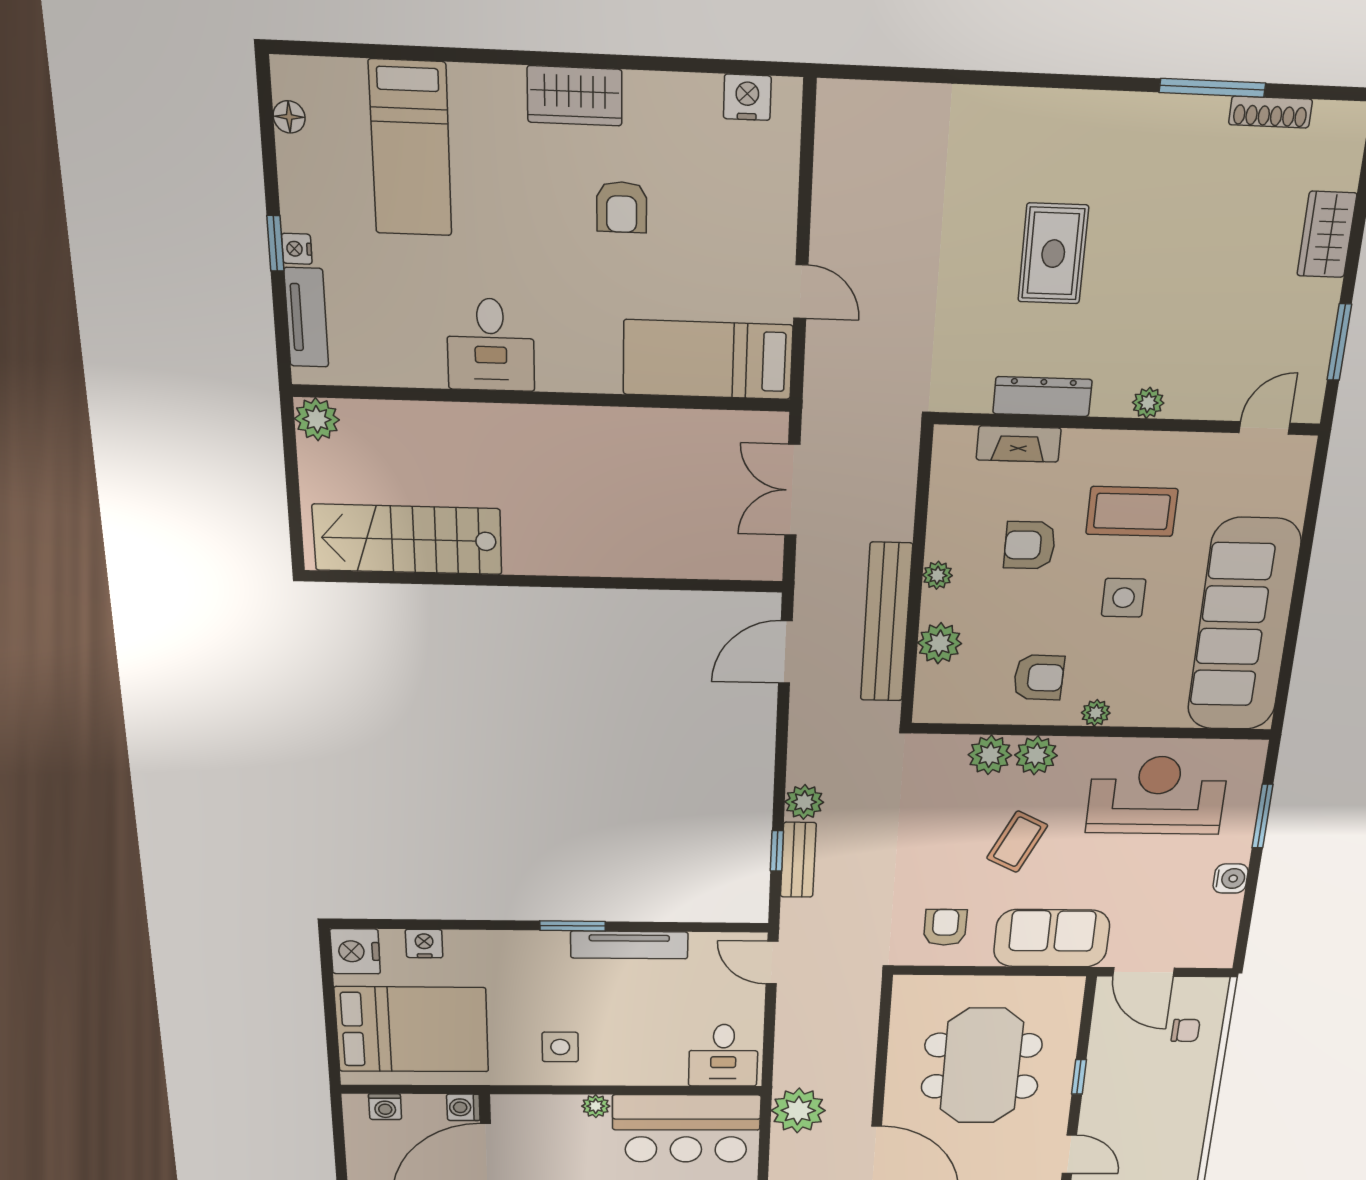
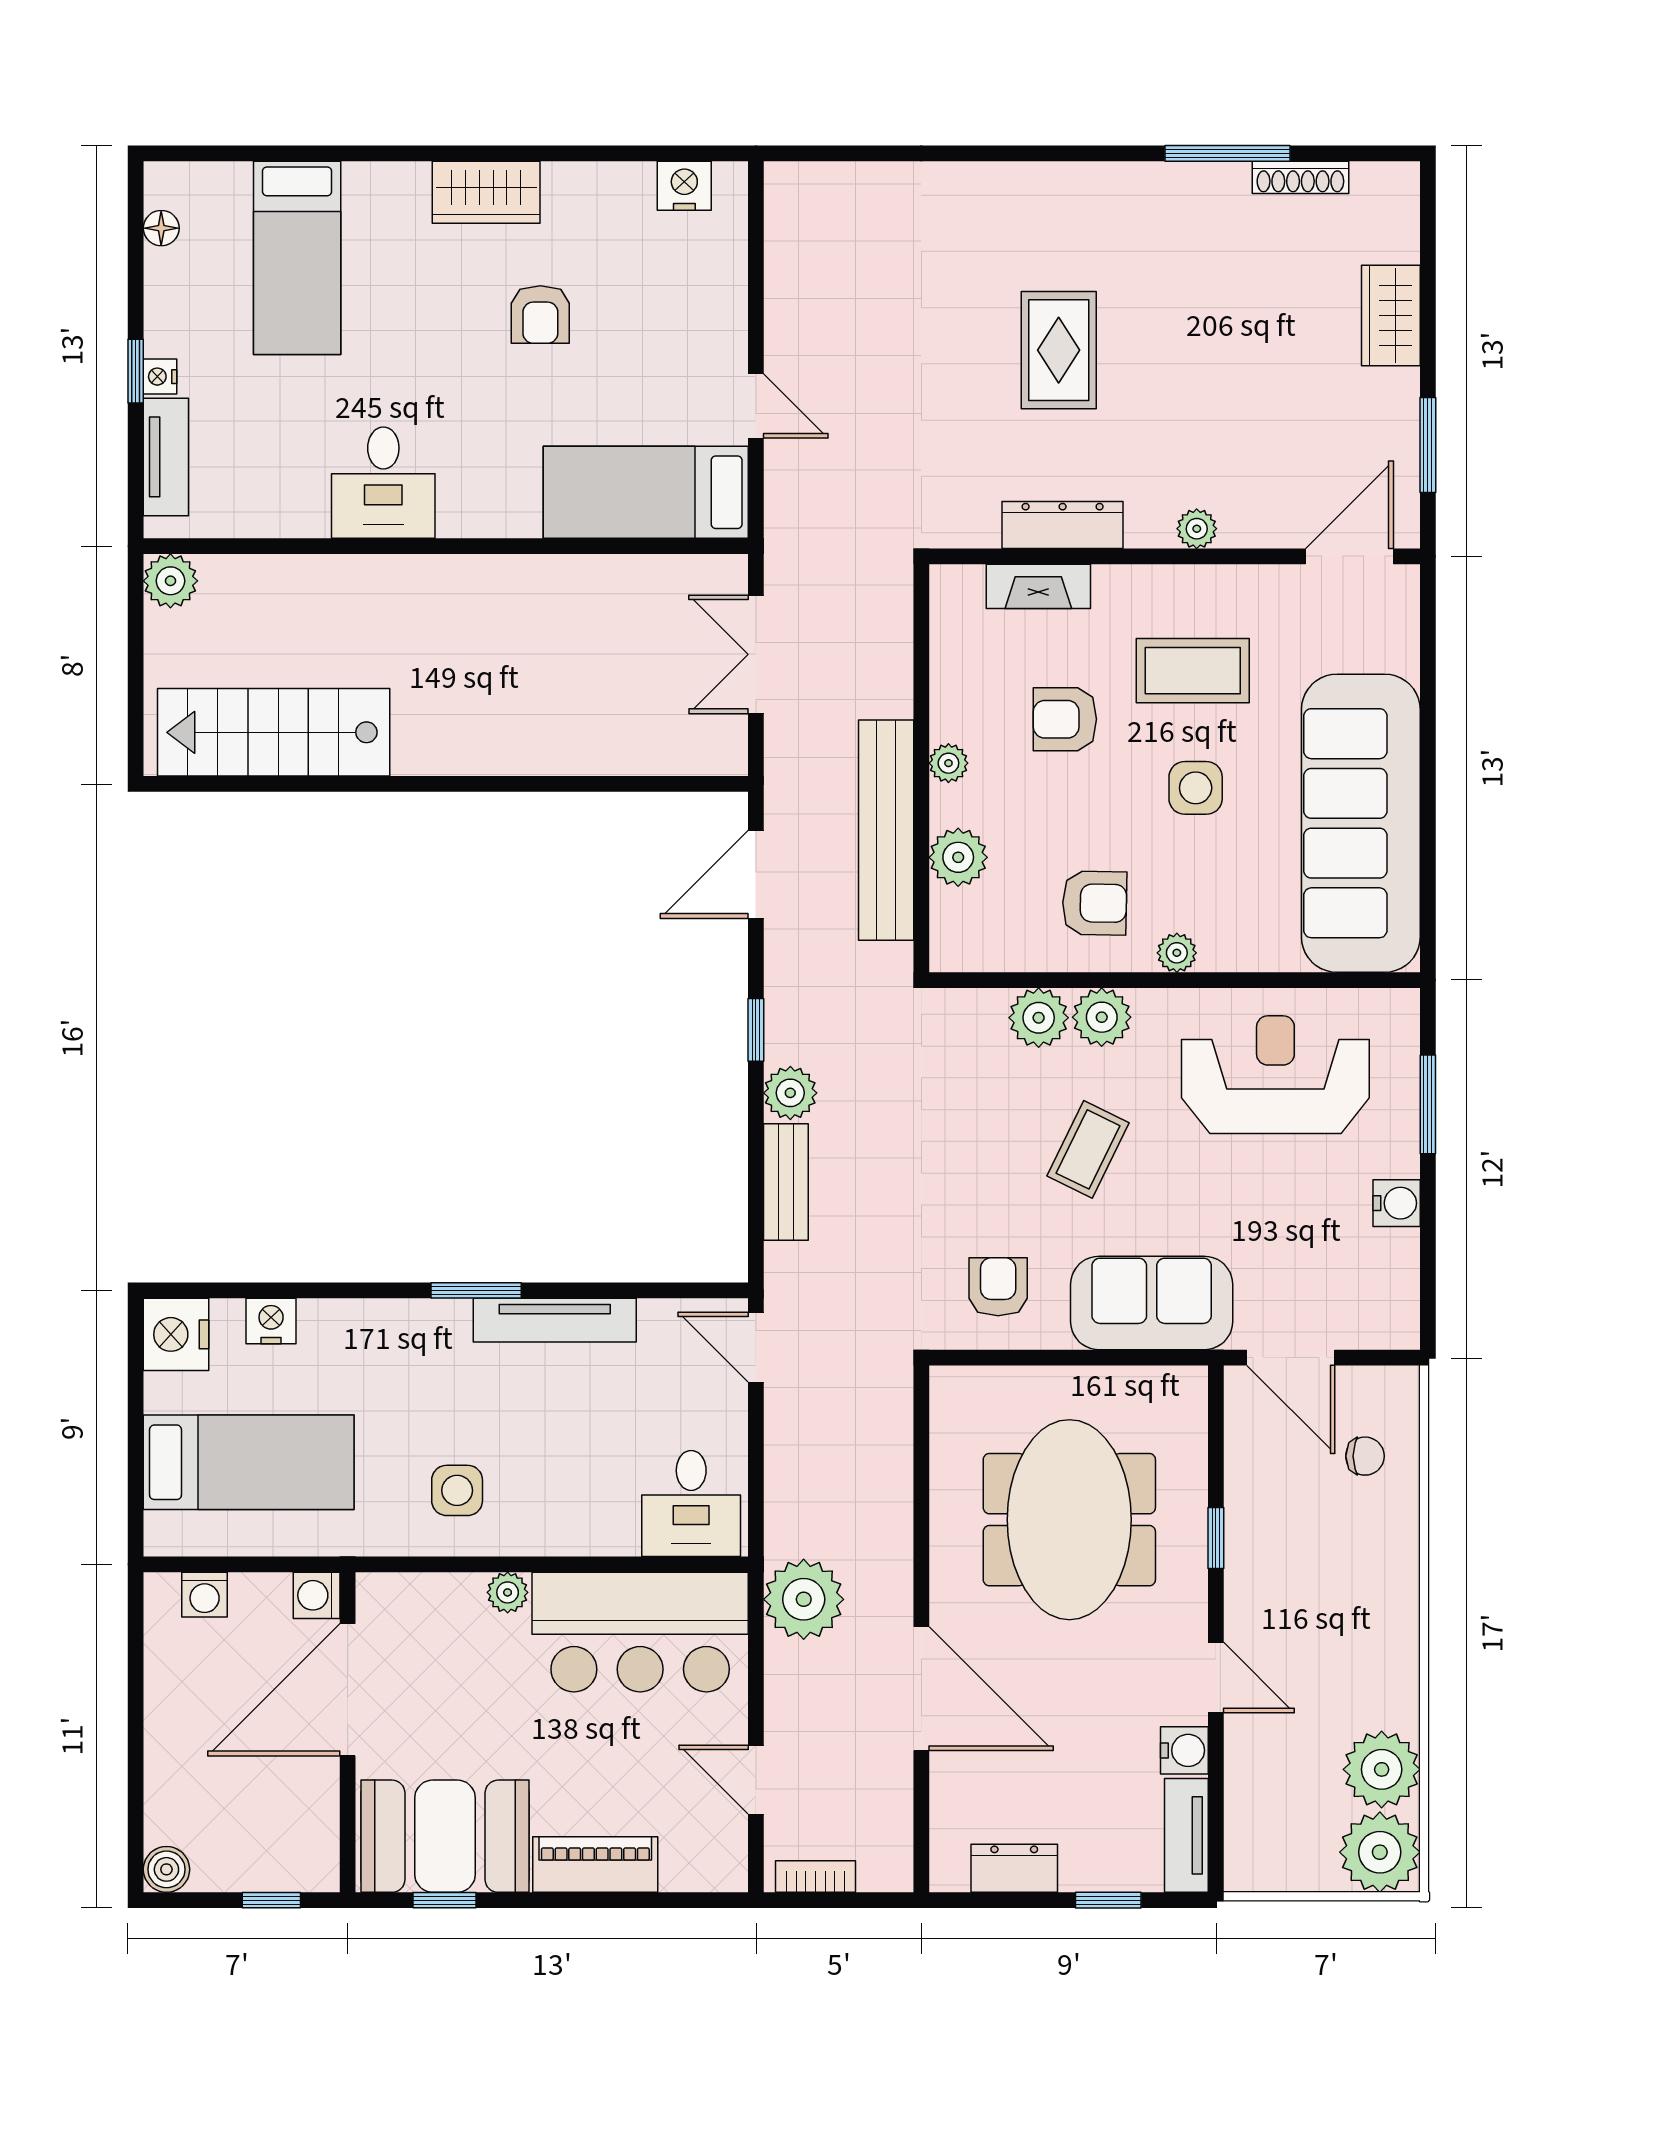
door: (1264, 428) -> (1349, 556), width x1.38
window: (777, 851) -> (756, 1030), moved
bed: (412, 1030) -> (249, 1462), width x0.67

